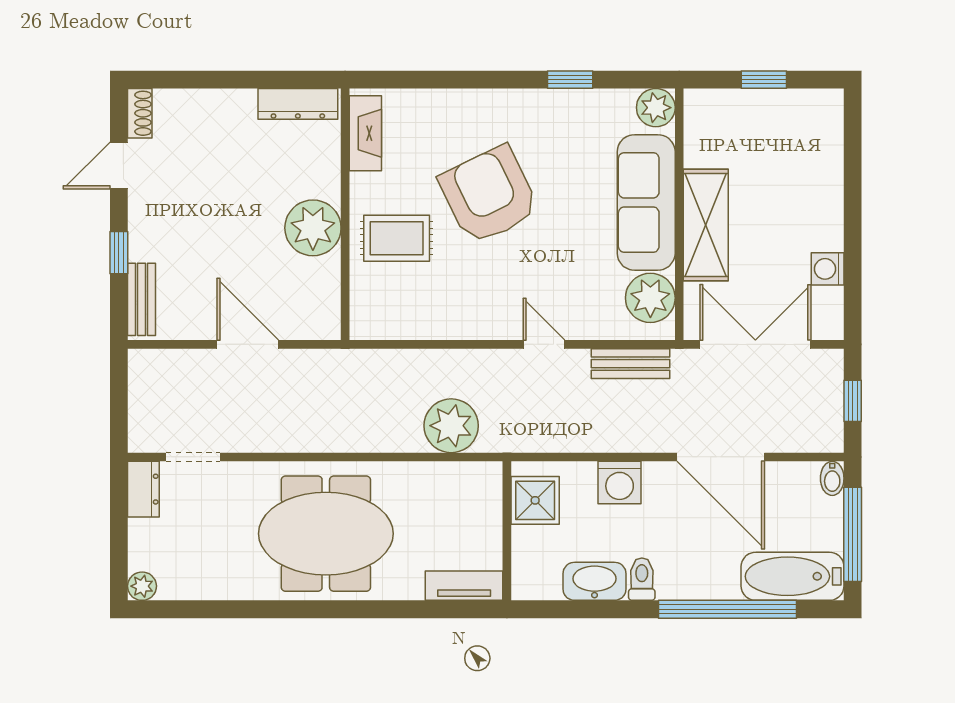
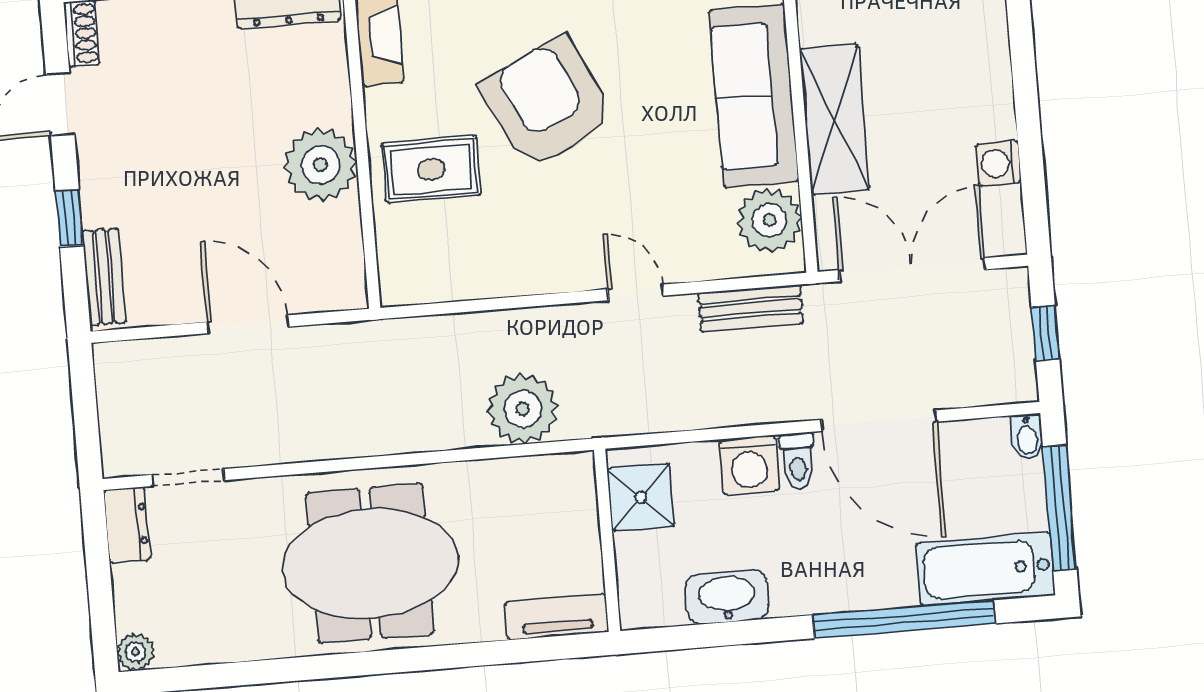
toilet: (642, 579) -> (798, 461), moved, turned 180

